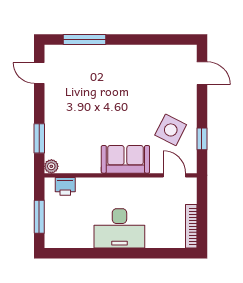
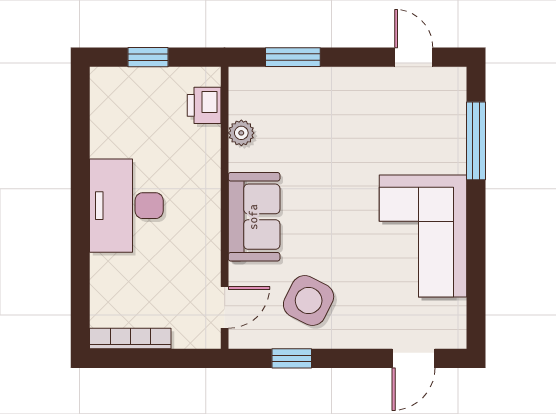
corner sofa: (136, 68) -> (423, 236), added
door: (39, 73) -> (414, 57), hinge flipped
plant: (51, 166) -> (241, 133), moved
window: (39, 217) -> (148, 57), width x0.67

